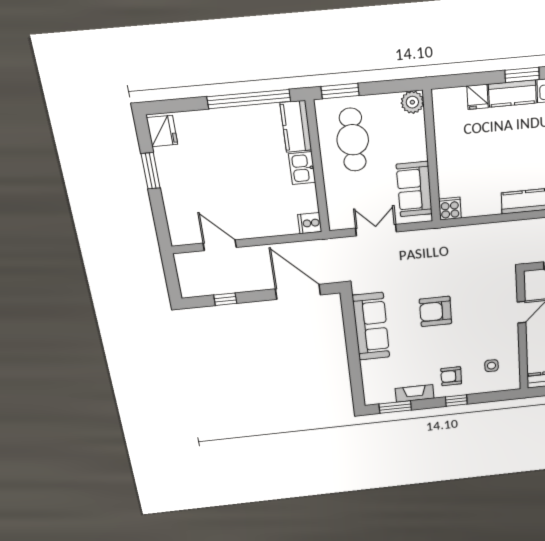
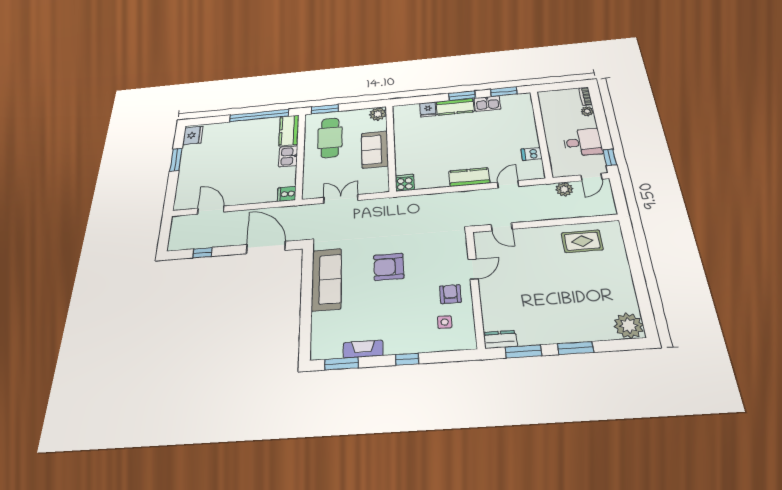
sofa: (414, 189) -> (375, 149), moved
armchair: (451, 376) -> (450, 294), moved, turned 90

